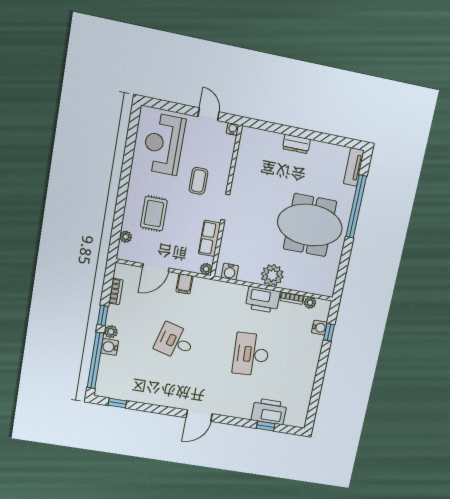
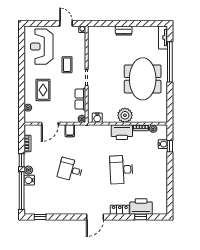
meeting table: (310, 225) -> (143, 79), turned 90
locker: (237, 411) -> (120, 210), added

